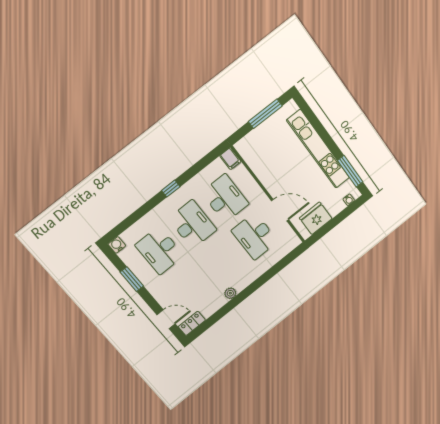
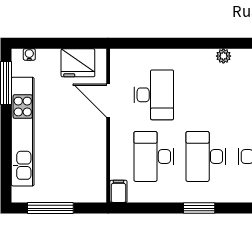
window: (171, 189) -> (199, 208), width x1.50

